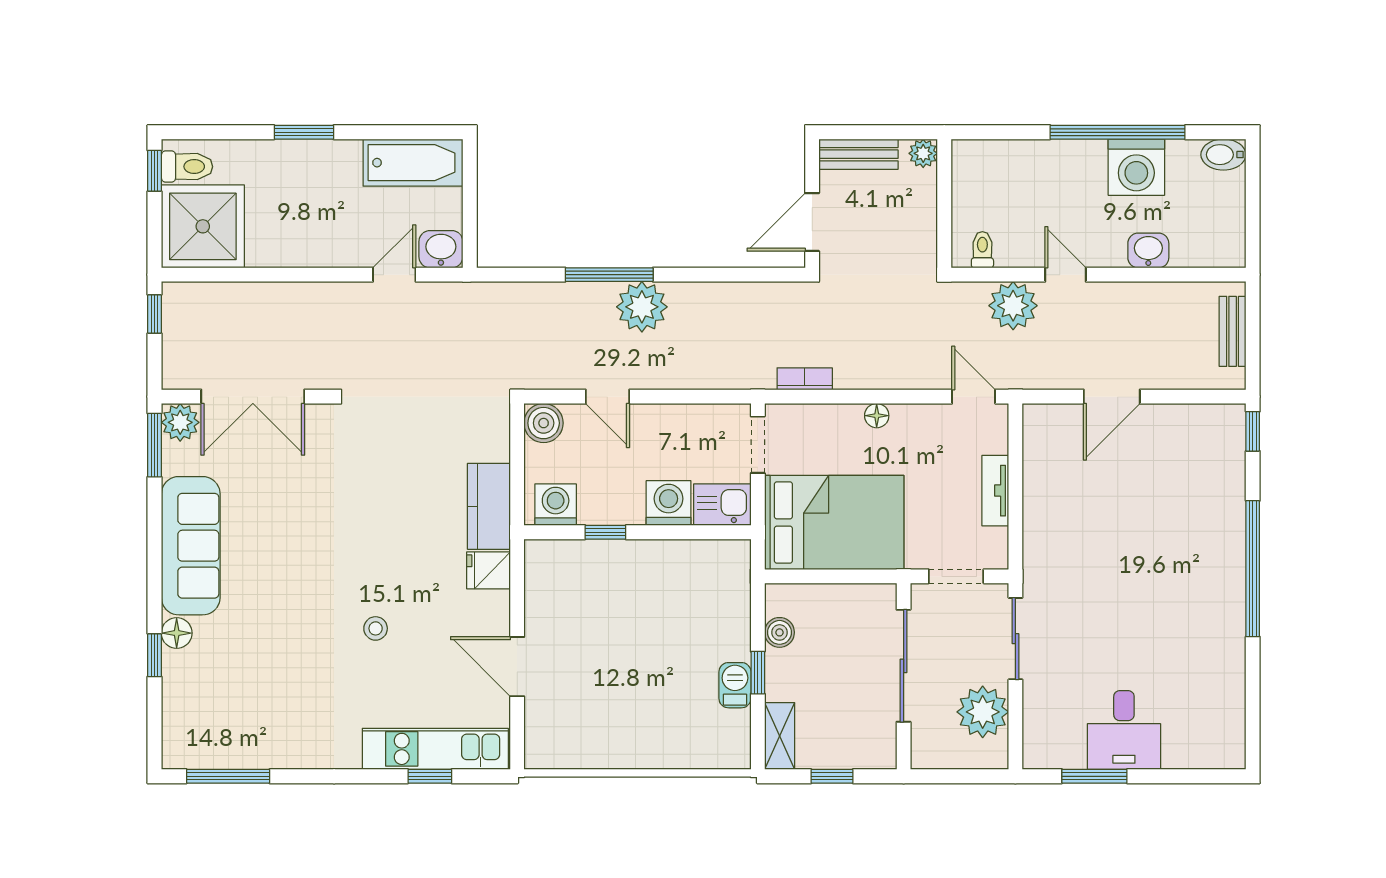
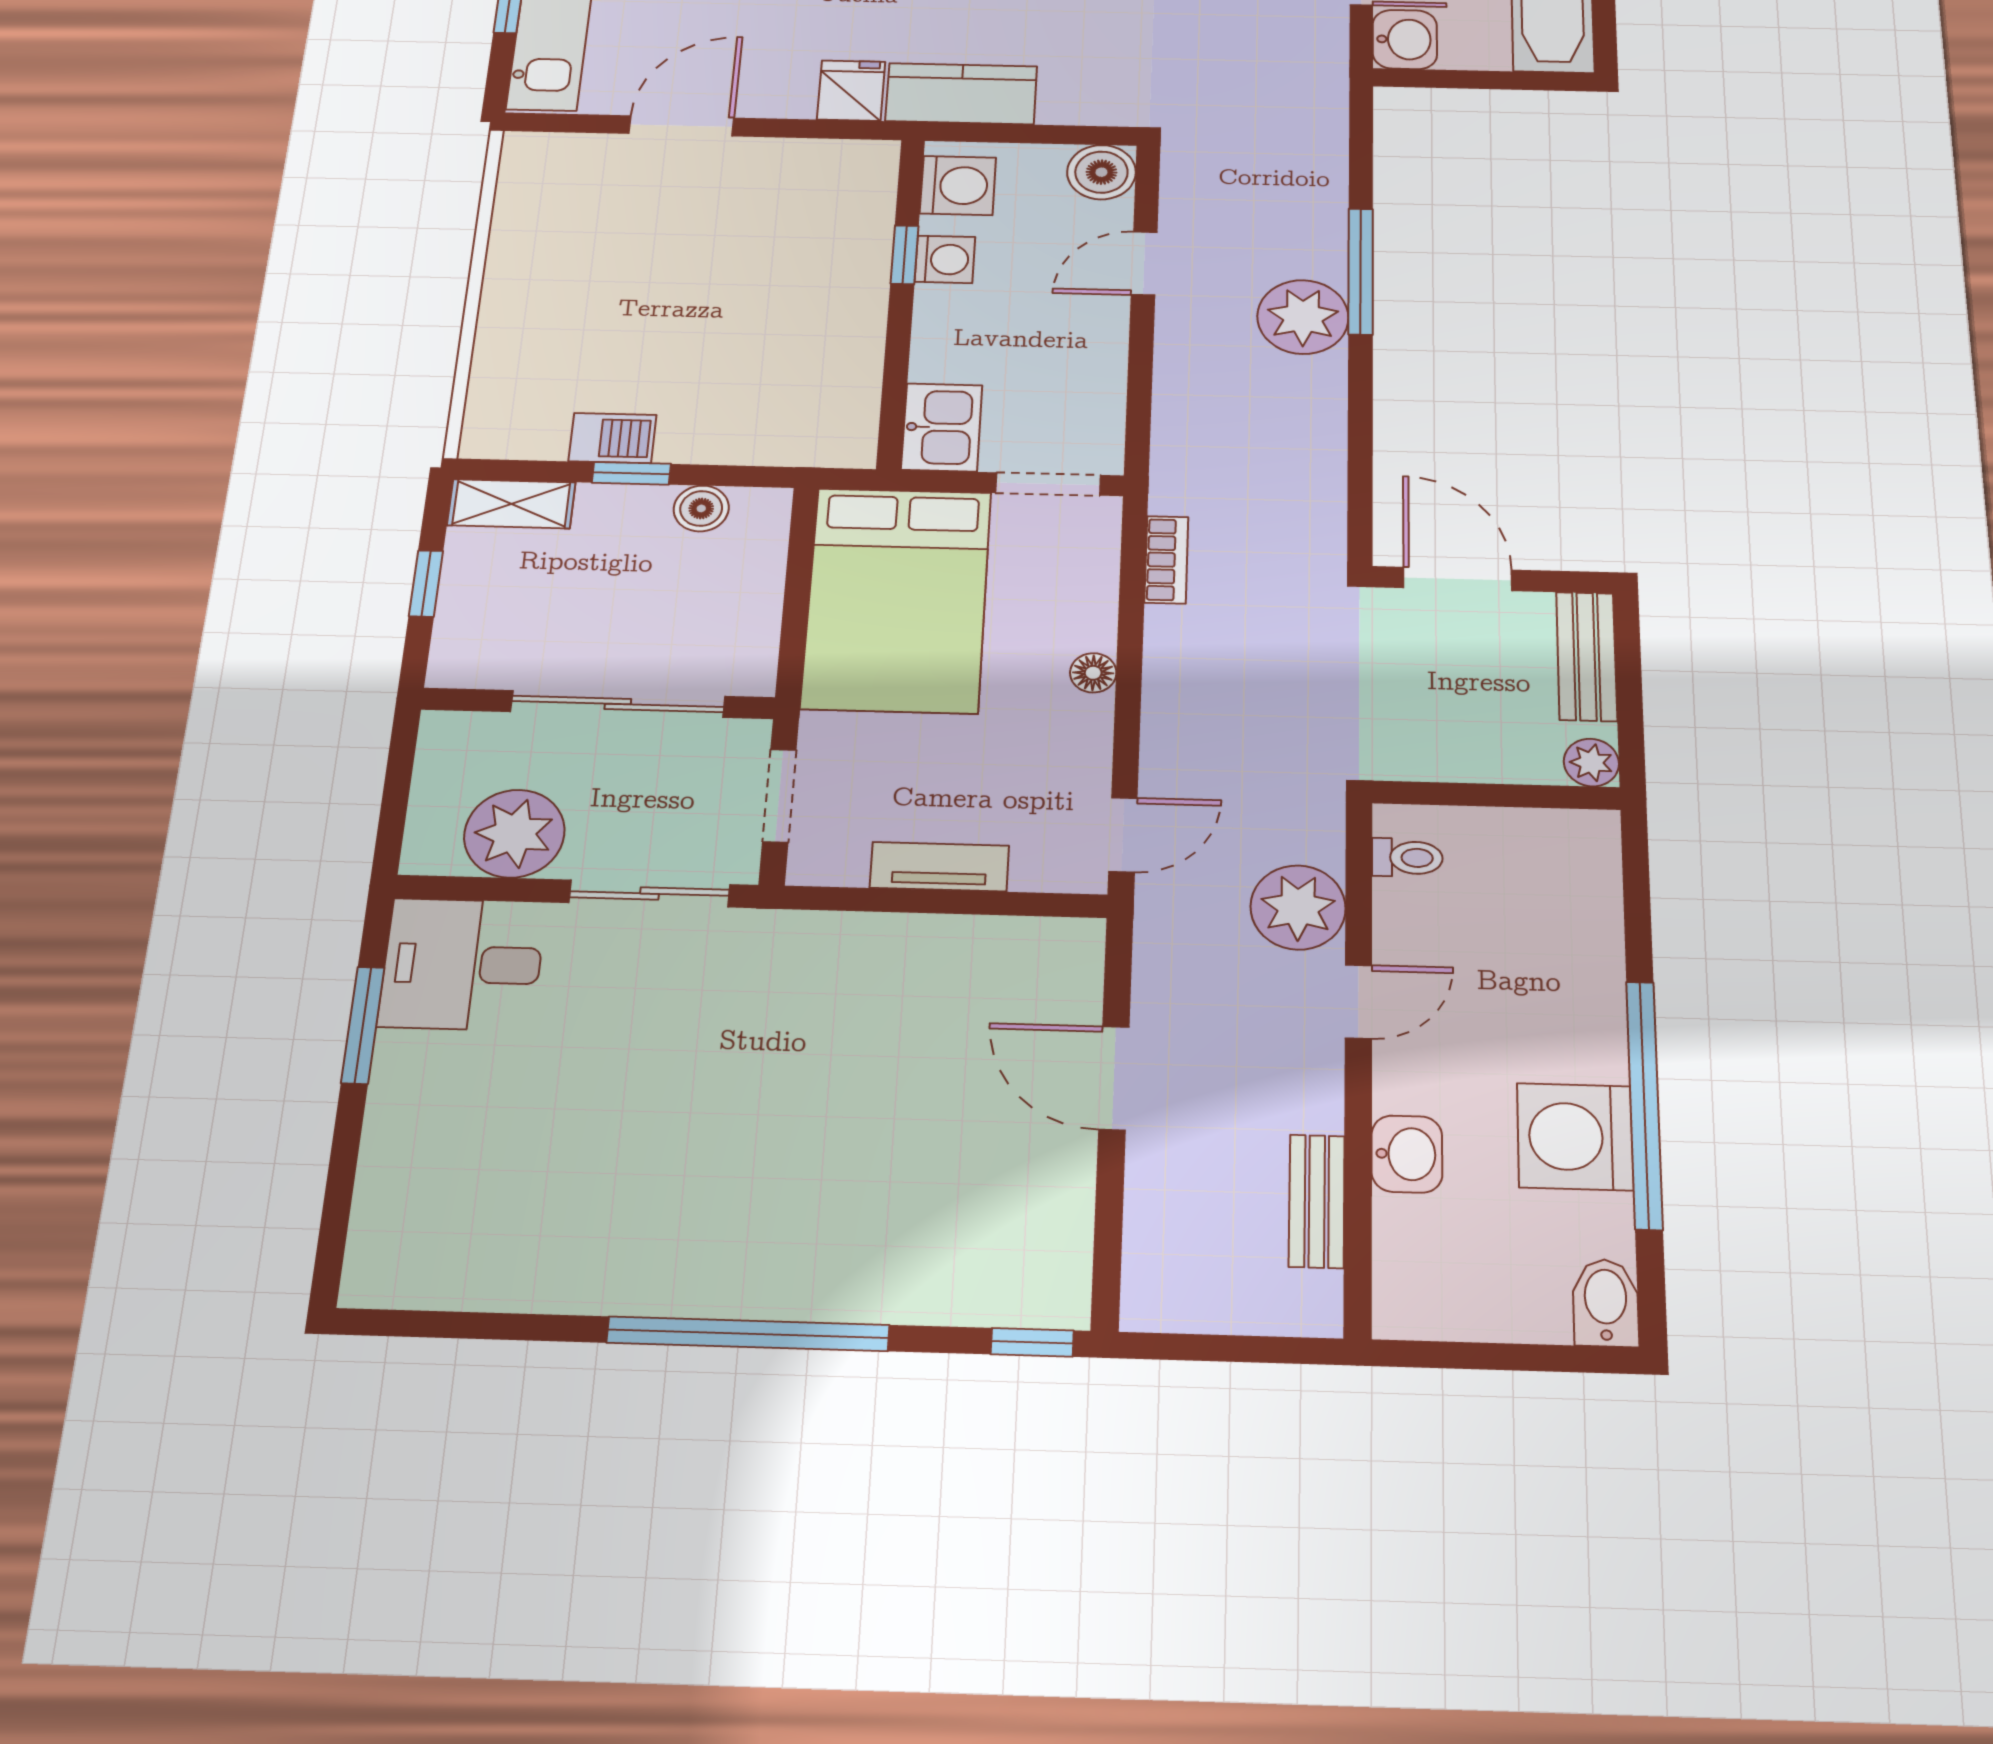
bench: (1233, 331) -> (1317, 1201), moved, turned 90
washing machine: (669, 503) -> (945, 259), moved, width x0.73, depth x0.73
desk: (1124, 730) -> (462, 964), moved

